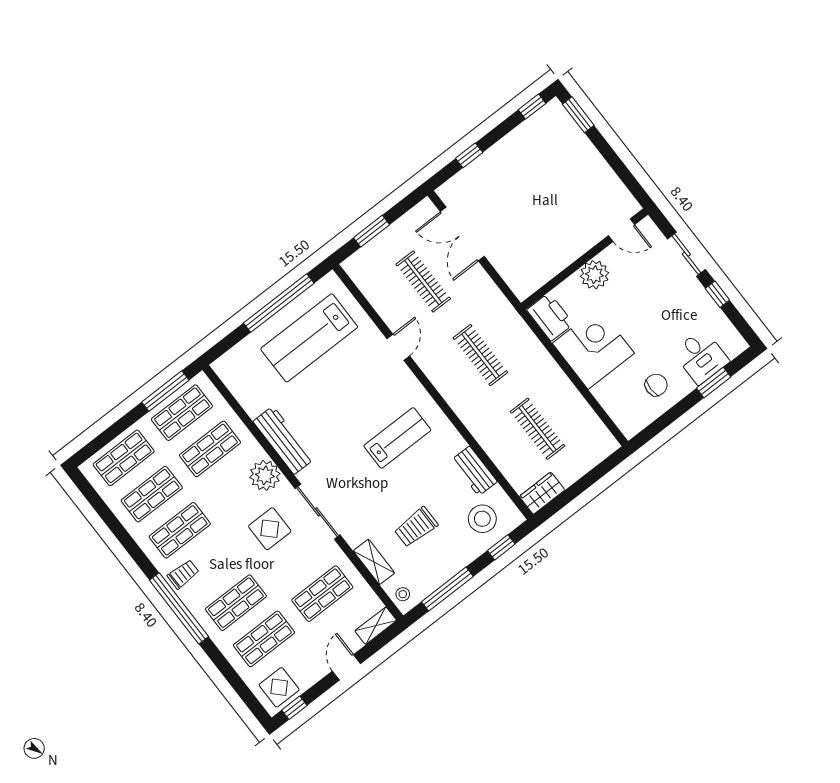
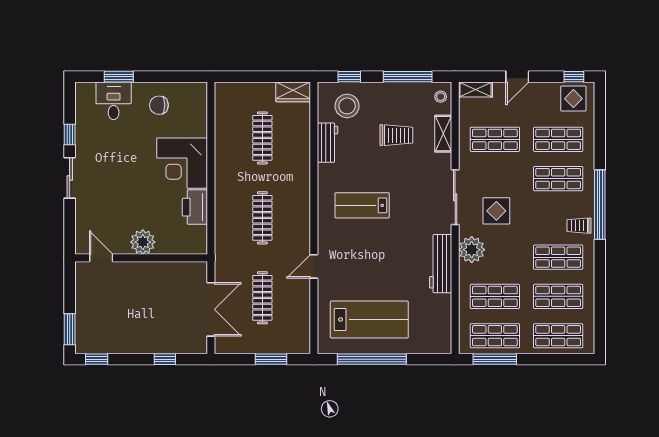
door: (621, 230) -> (101, 258), moved
wall: (585, 259) -> (141, 258), moved
plant: (594, 275) -> (143, 242), moved

